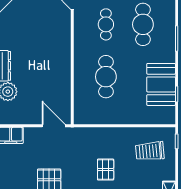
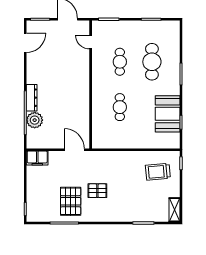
cafe table: (106, 77) -> (120, 107), width x0.73, depth x0.74
pallet: (106, 170) -> (97, 191), moved, turned 90

